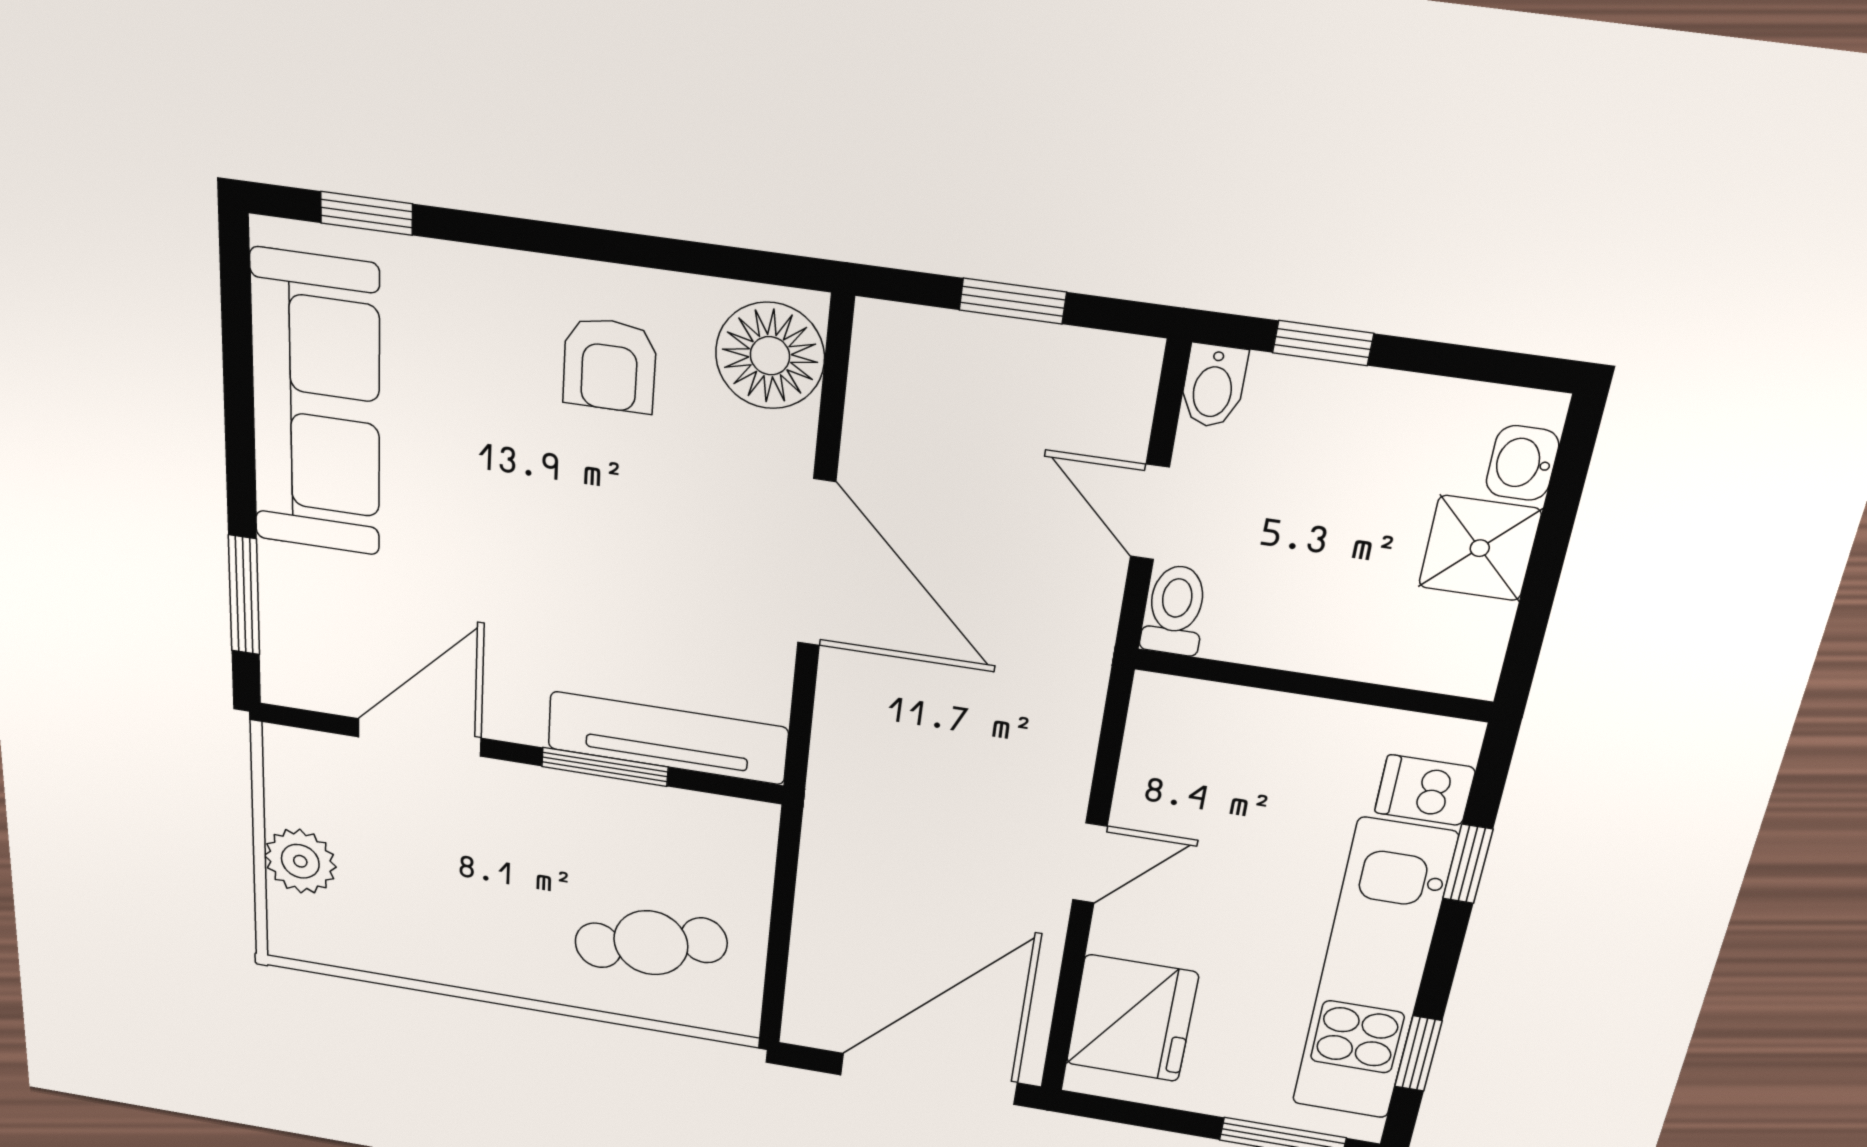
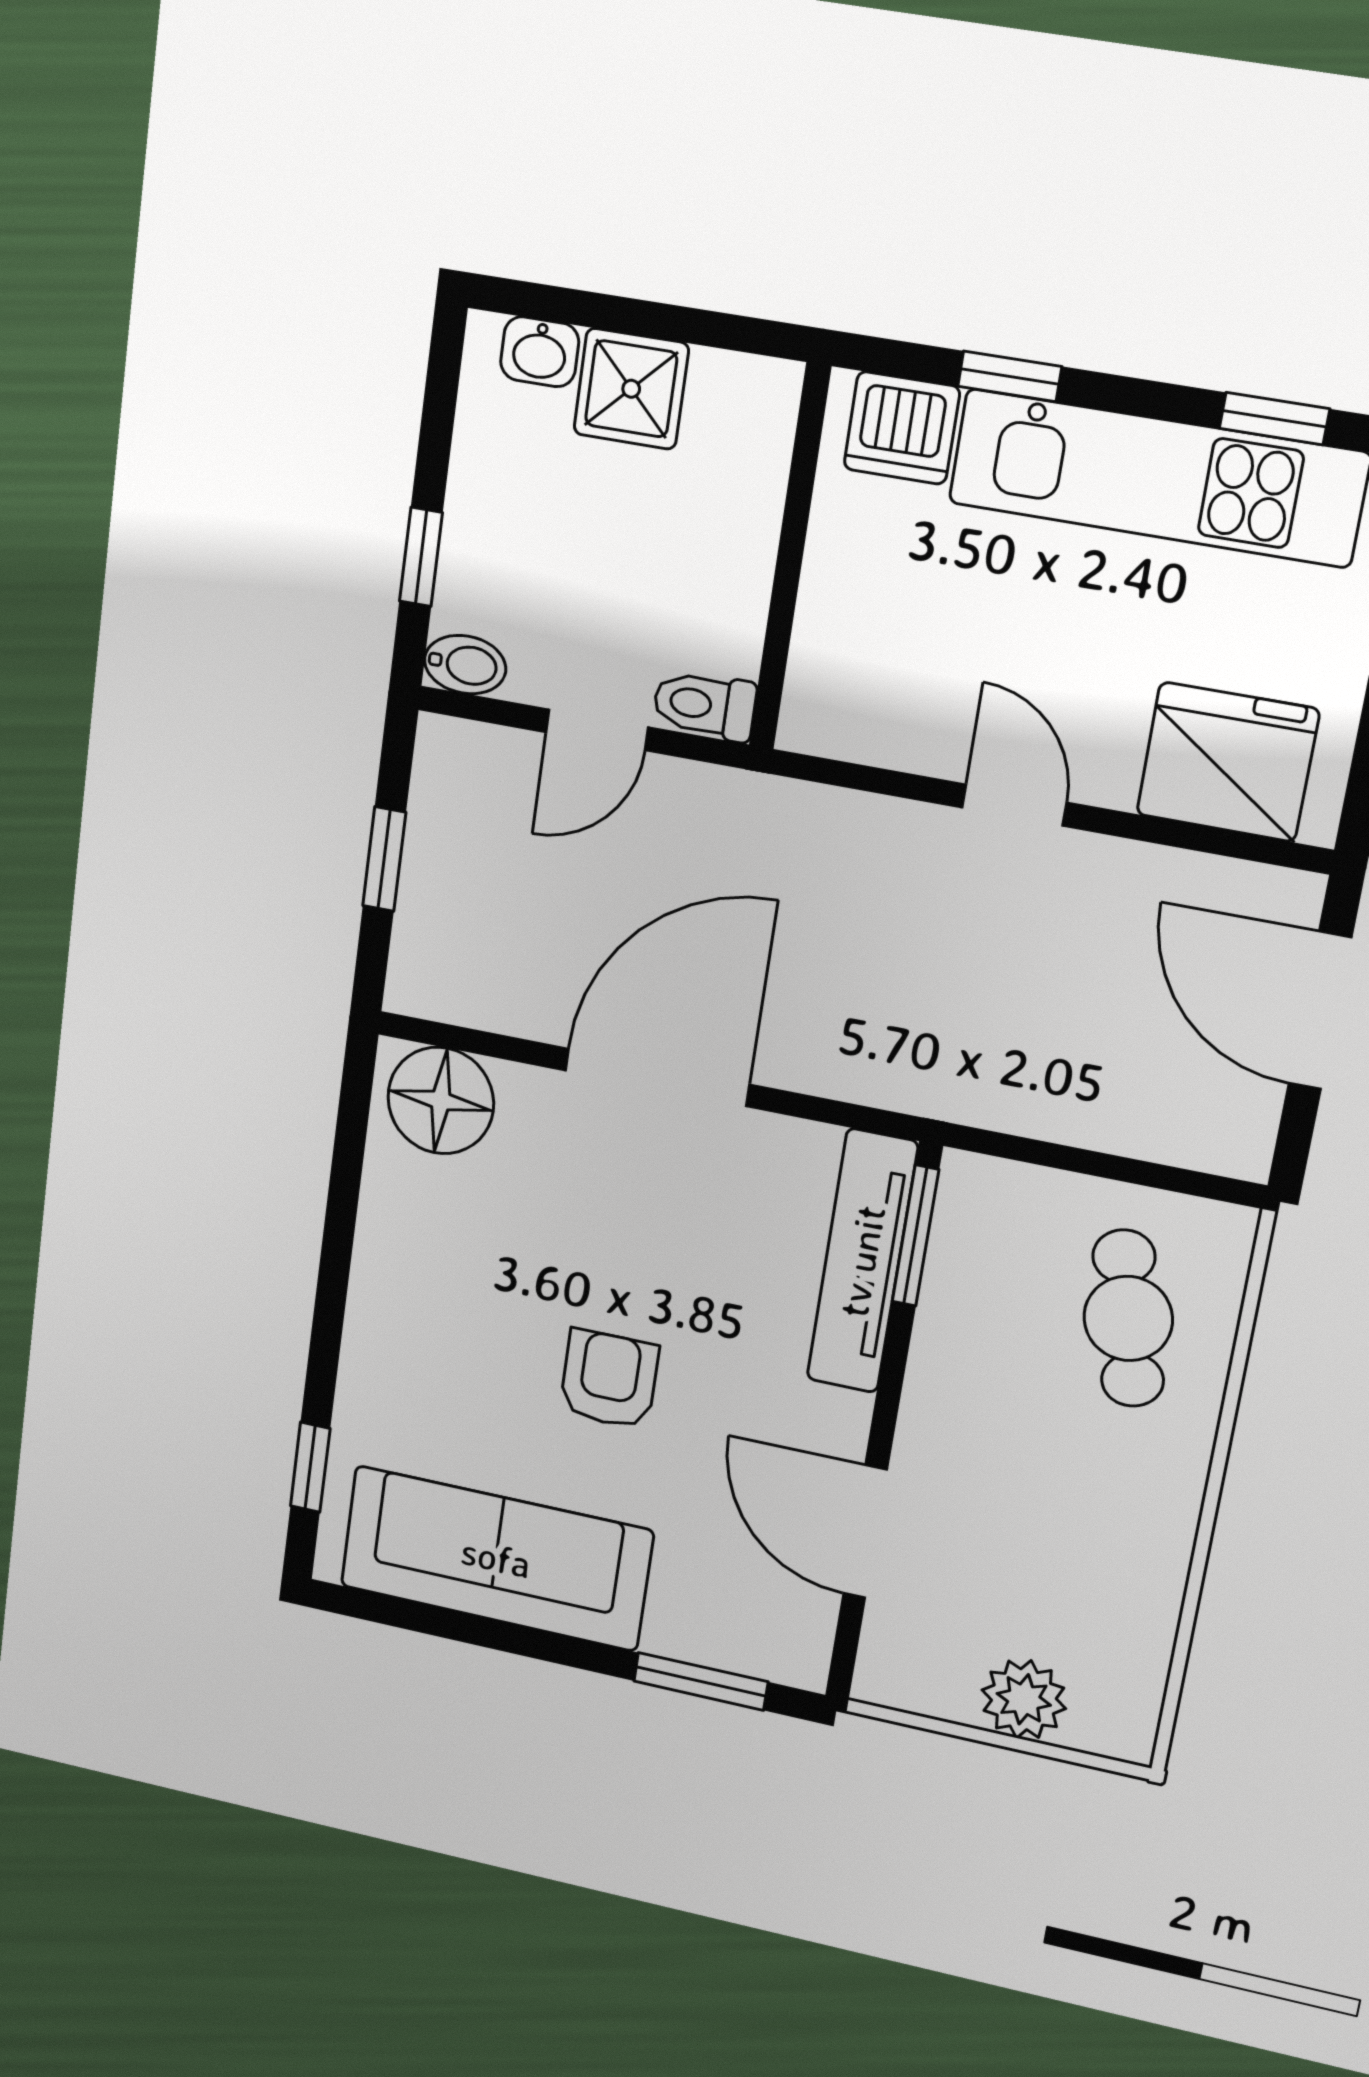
armchair: (610, 365) -> (609, 1379), moved, turned -90
window: (605, 767) -> (915, 1236), moved
dishwasher: (1425, 790) -> (902, 428), width x1.38
door: (929, 1079) -> (1320, 1011), width x0.73

